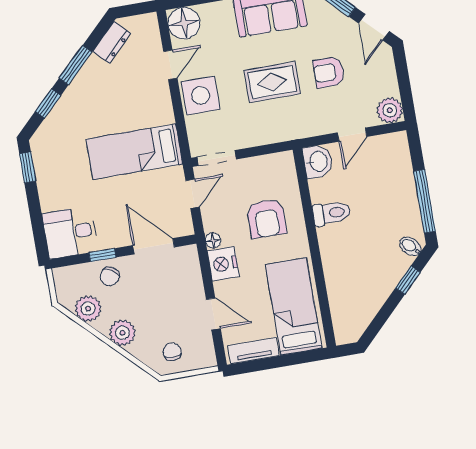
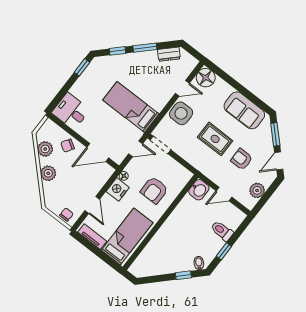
plant: (390, 110) -> (257, 190), moved
window: (424, 201) -> (224, 251), width x0.46
toilet: (332, 213) -> (222, 231), moved, turned 180
door: (154, 246) -> (98, 153), swing flipped
window: (102, 255) -> (74, 134), removed
chair: (172, 352) -> (66, 214), moved

